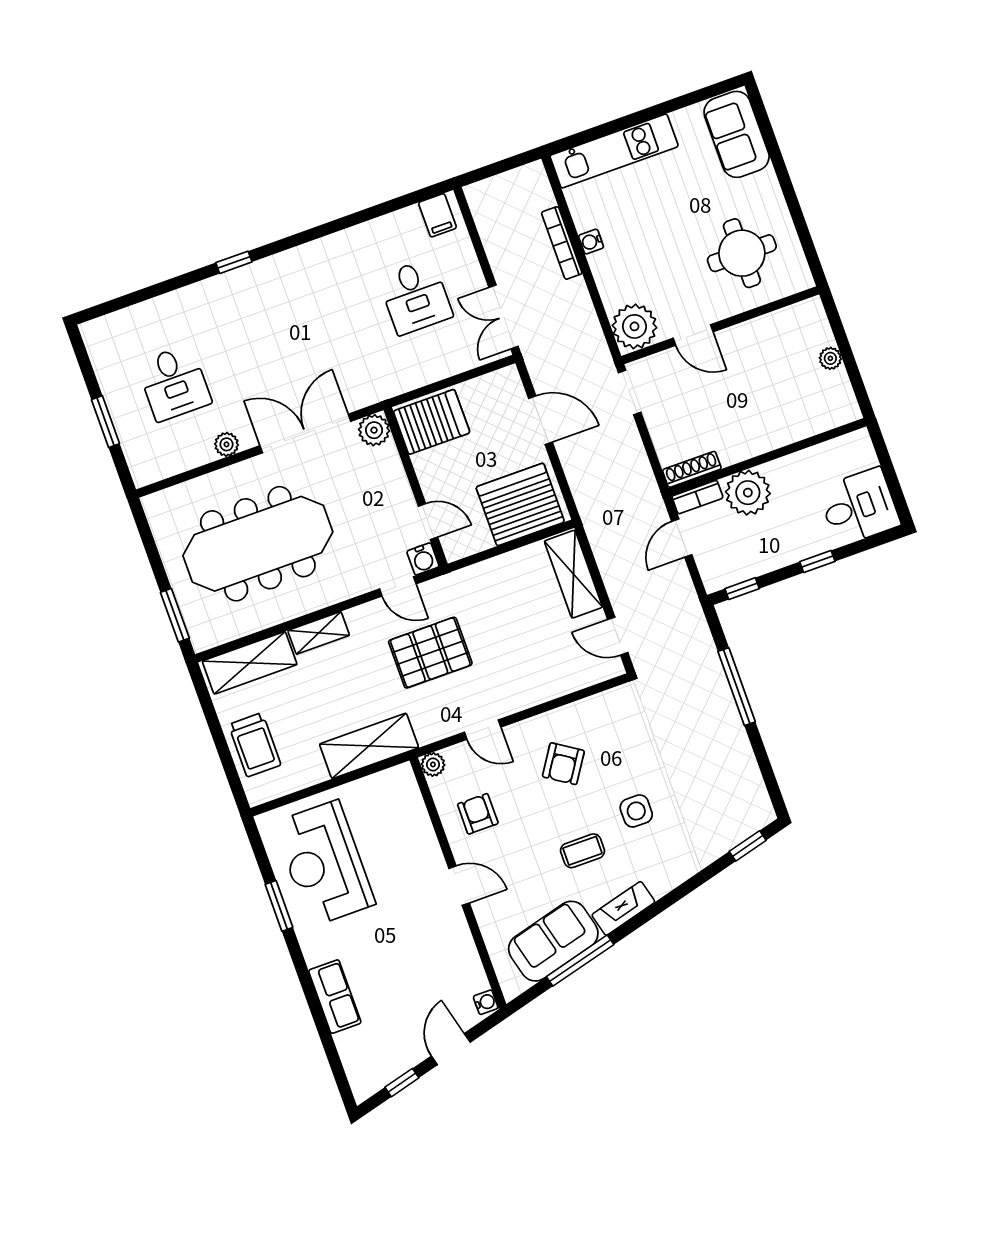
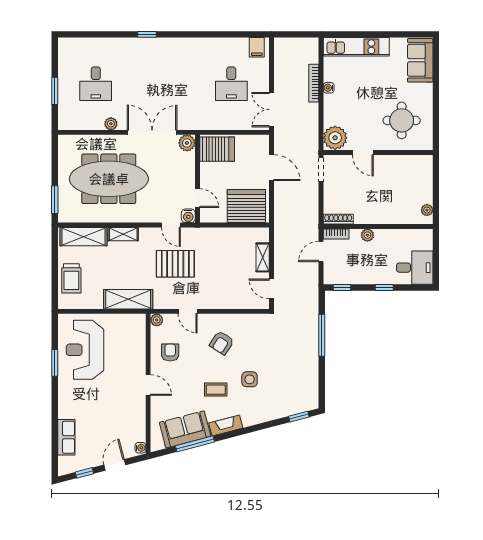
plant: (830, 358) -> (427, 210), moved
plant: (748, 493) -> (367, 235), width x0.53, depth x0.53
shelving: (573, 574) -> (263, 257), width x0.67, depth x0.75
row of seats: (335, 997) -> (66, 437), moved

